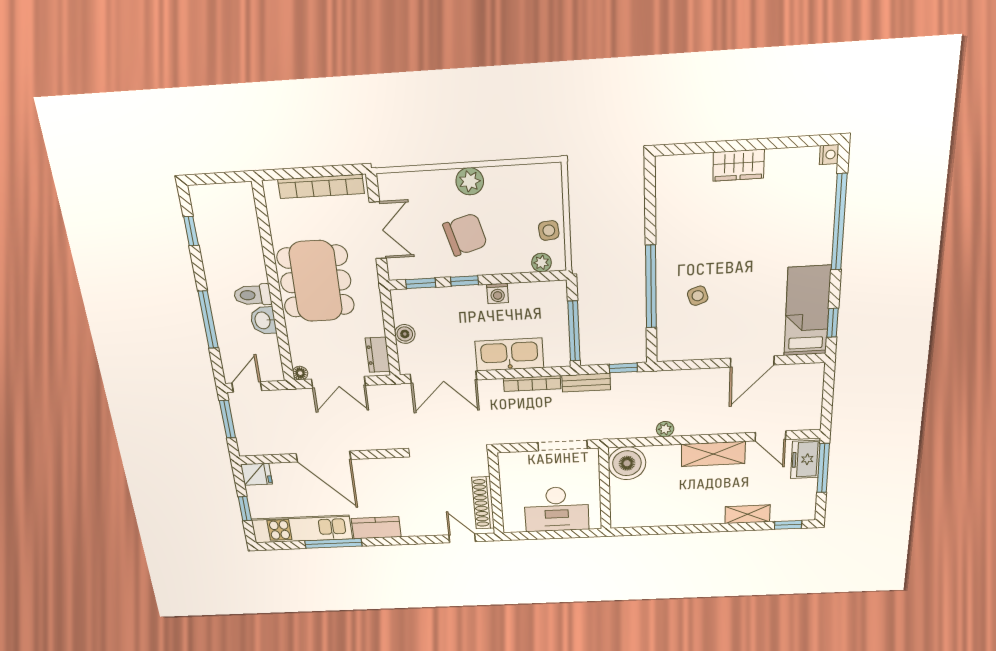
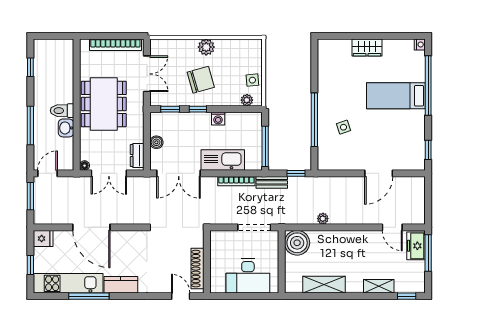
bed: (807, 311) -> (396, 96), moved, turned -90
shelving: (713, 454) -> (324, 285), moved

